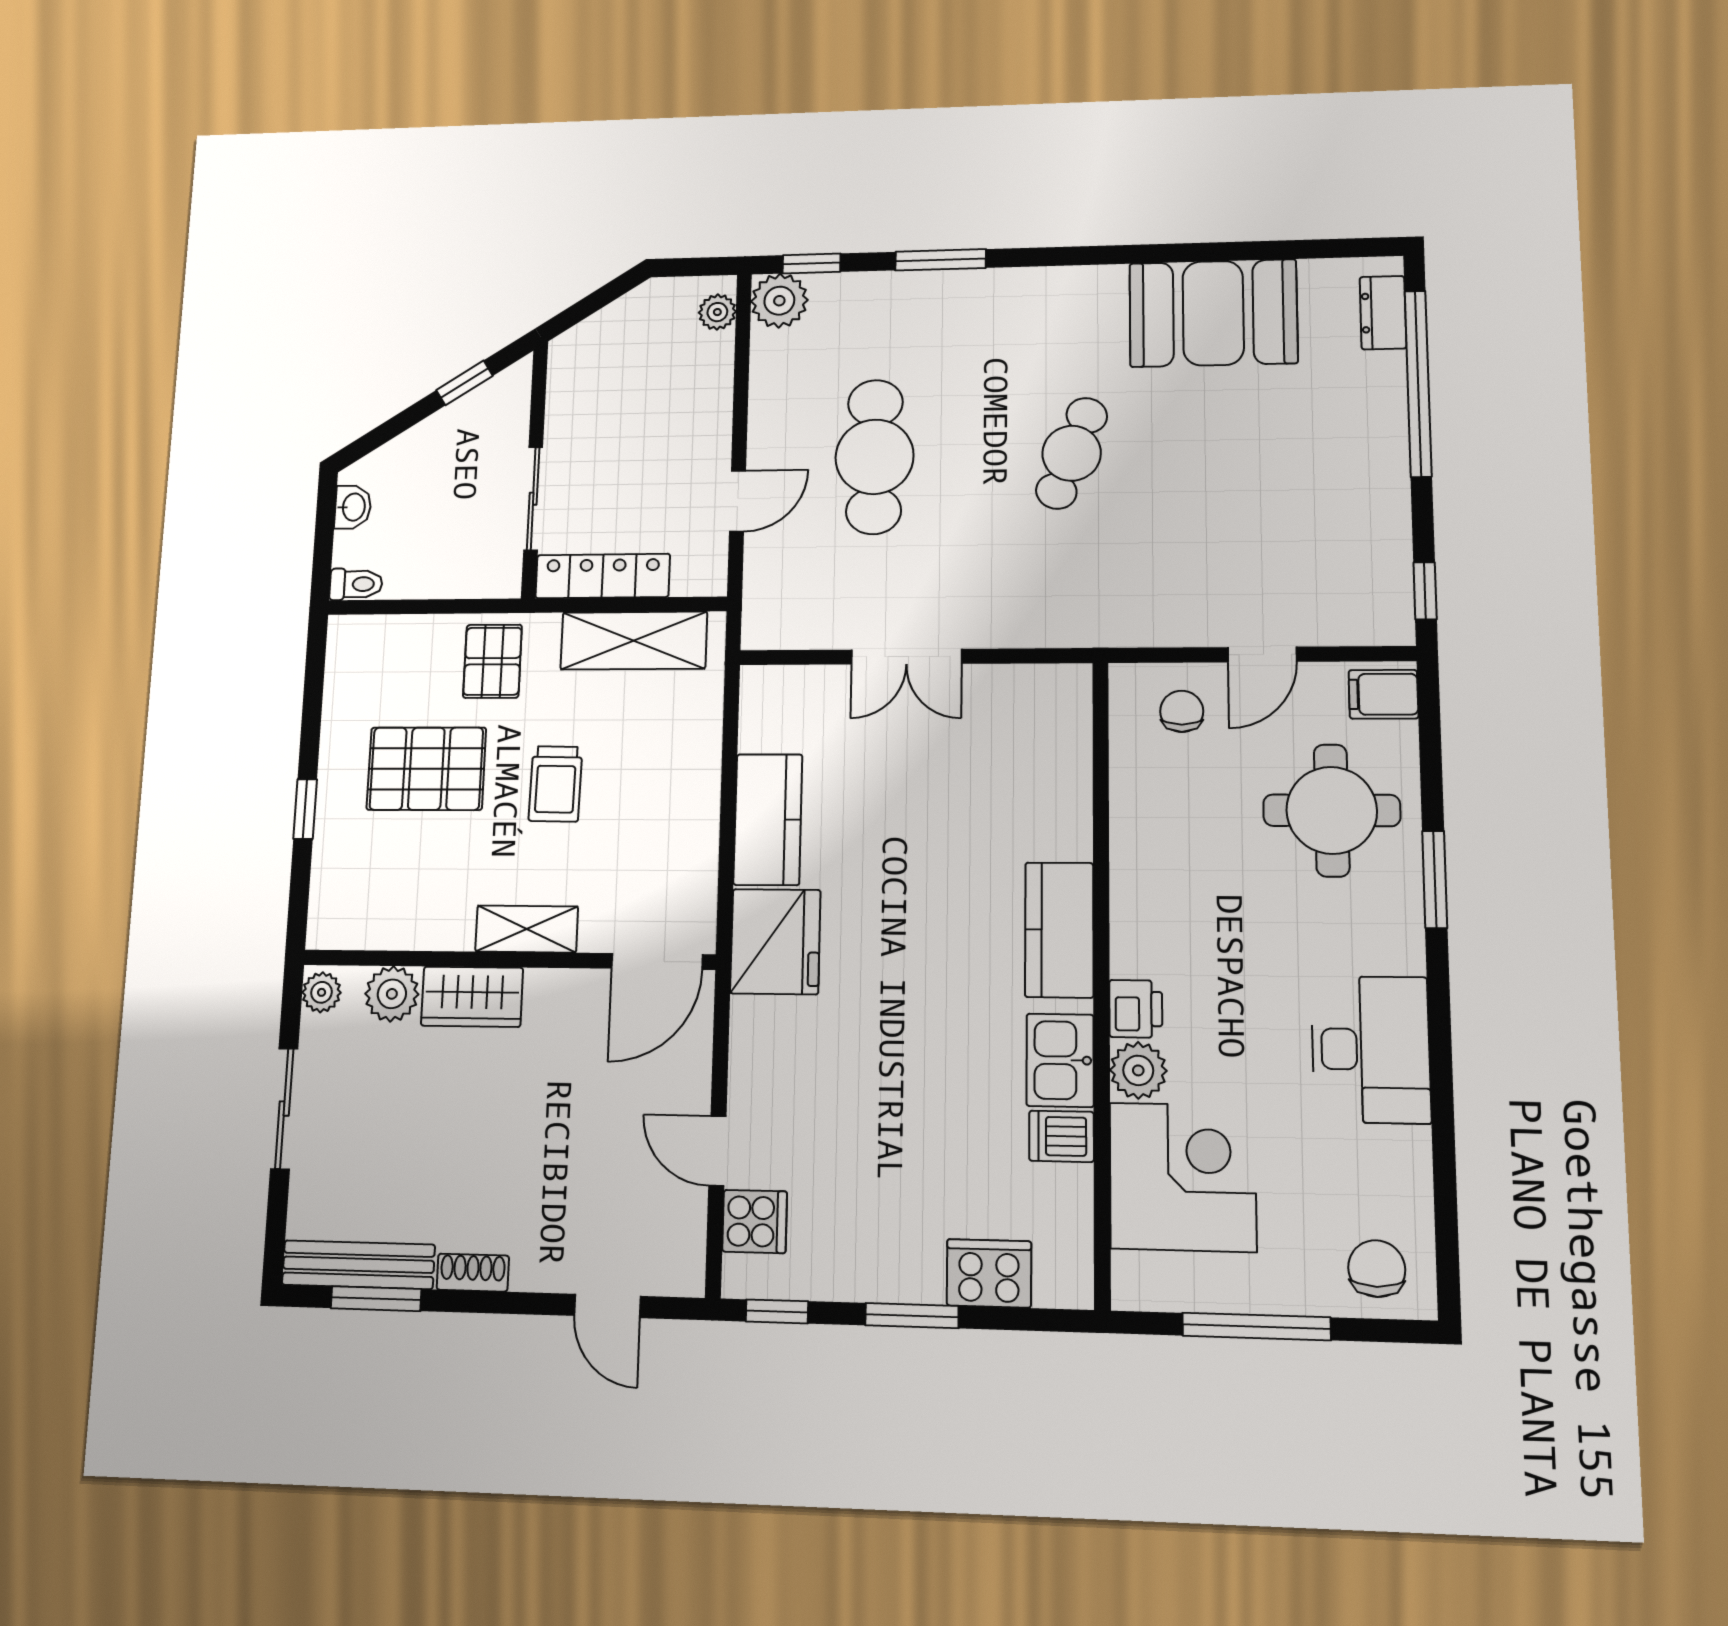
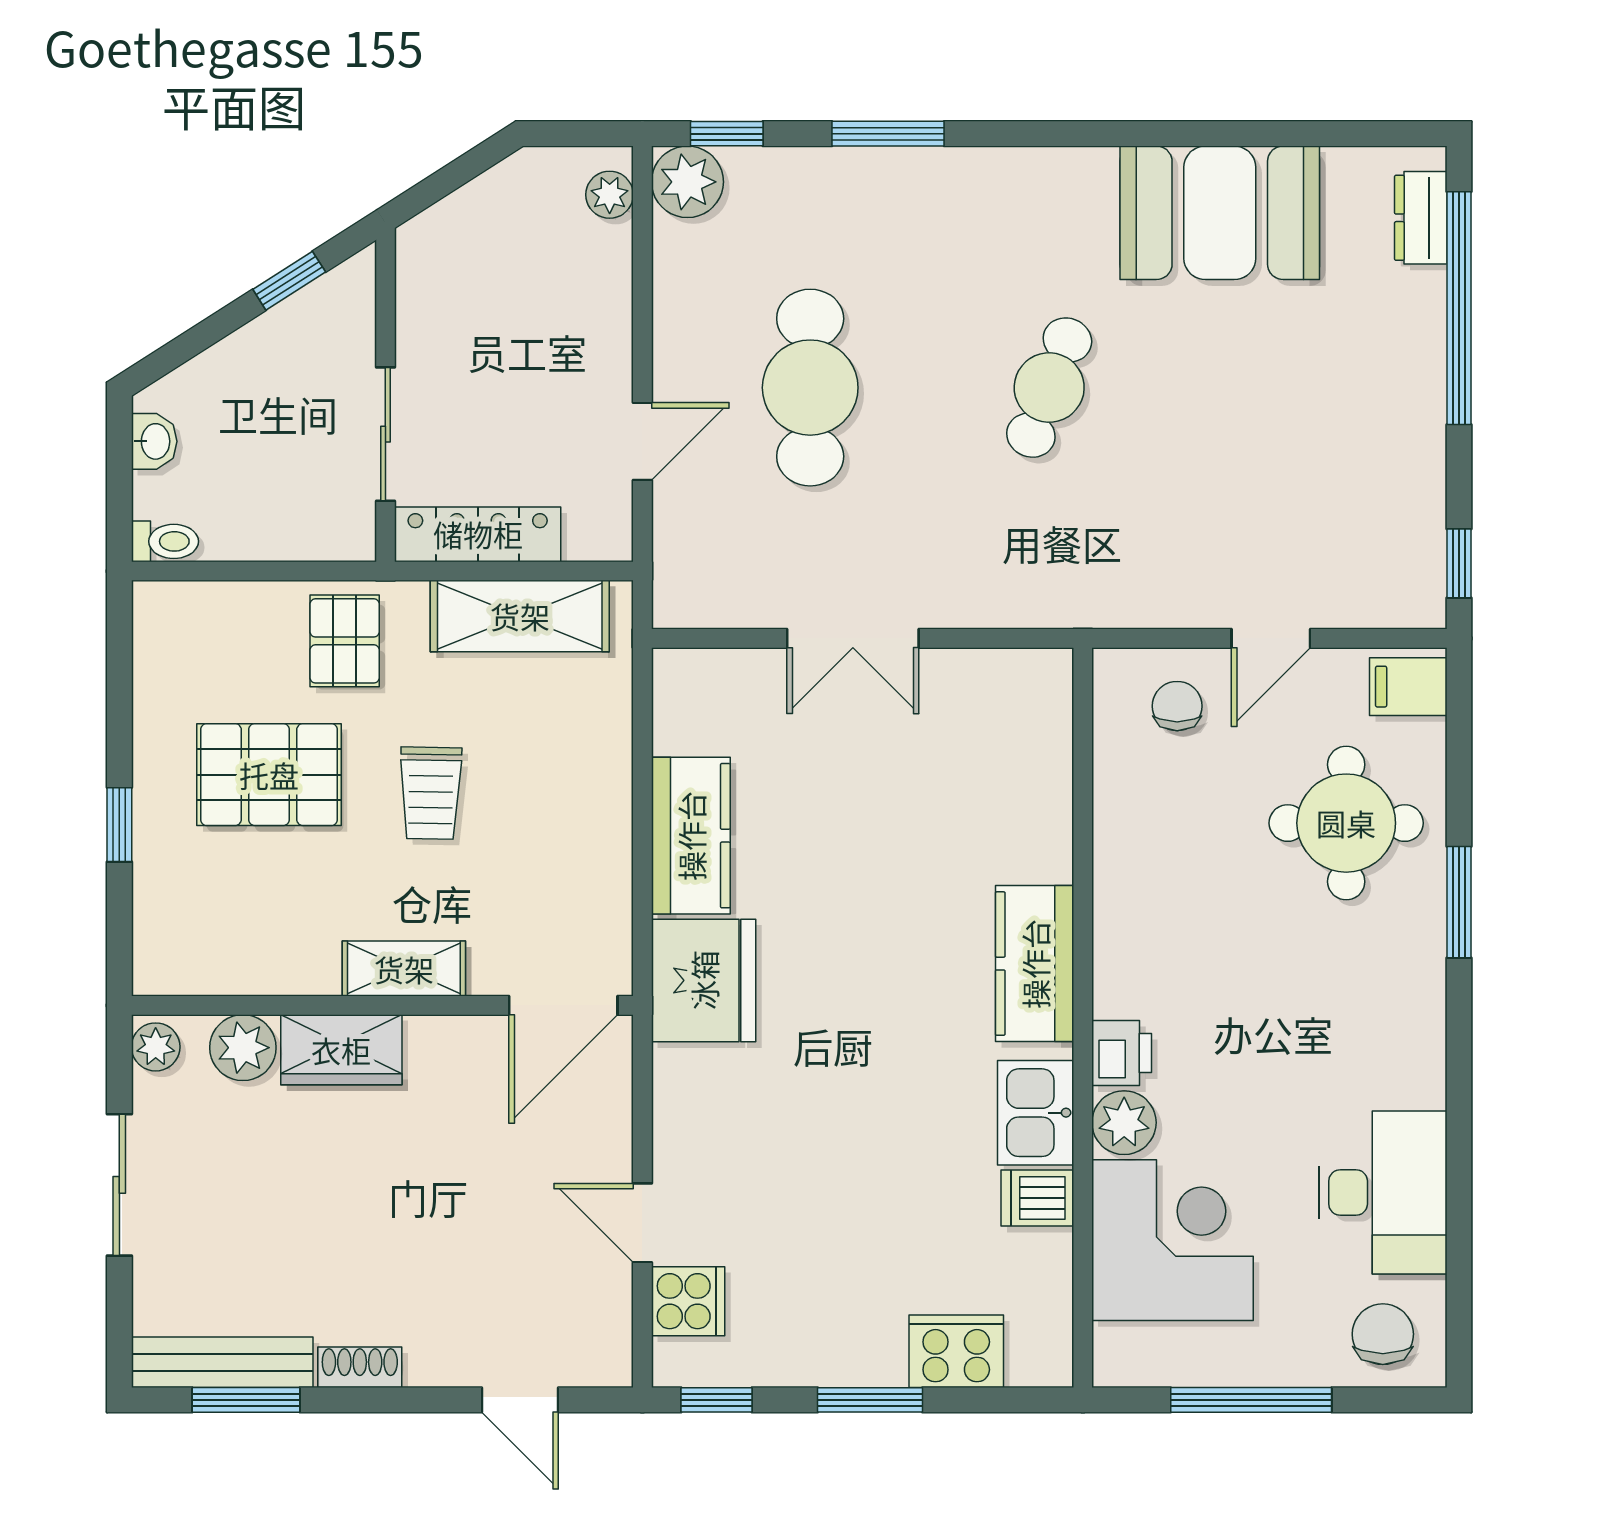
desk: (1371, 1049) -> (1383, 1192), moved

